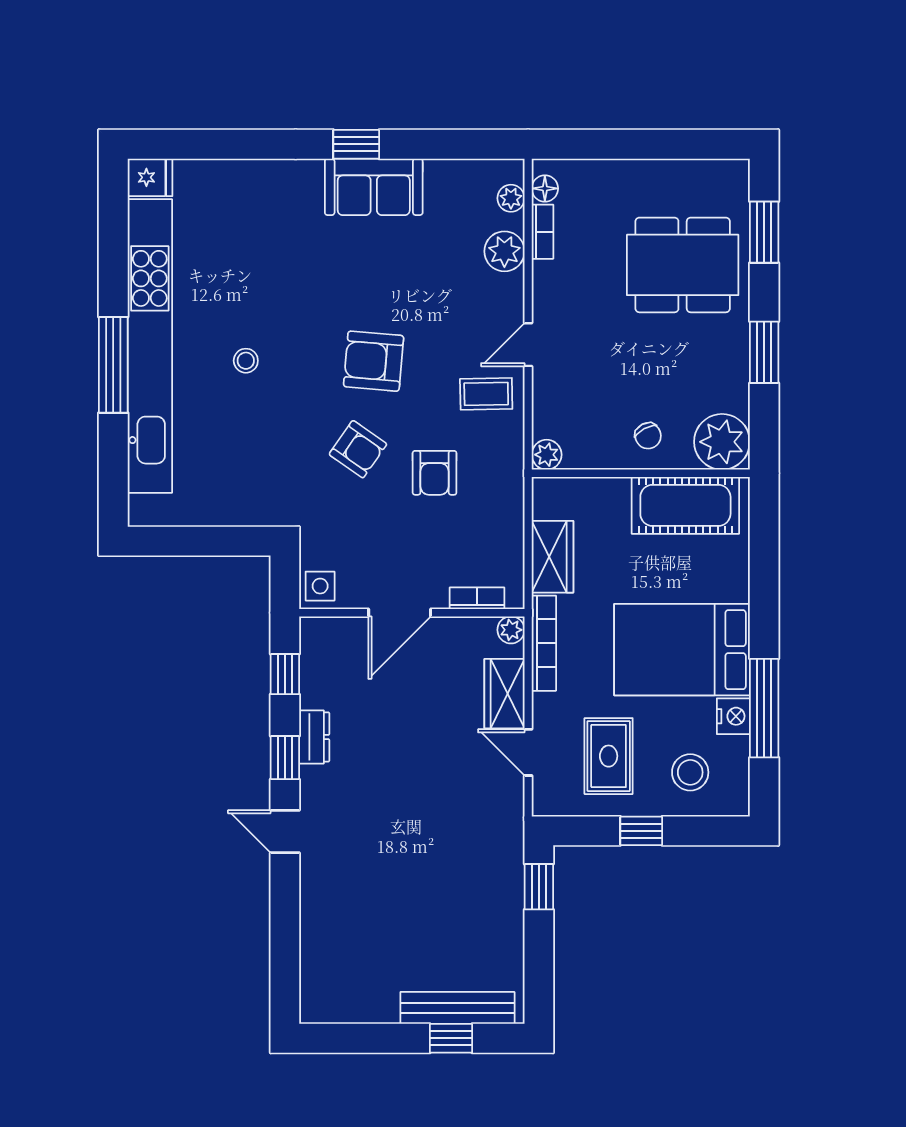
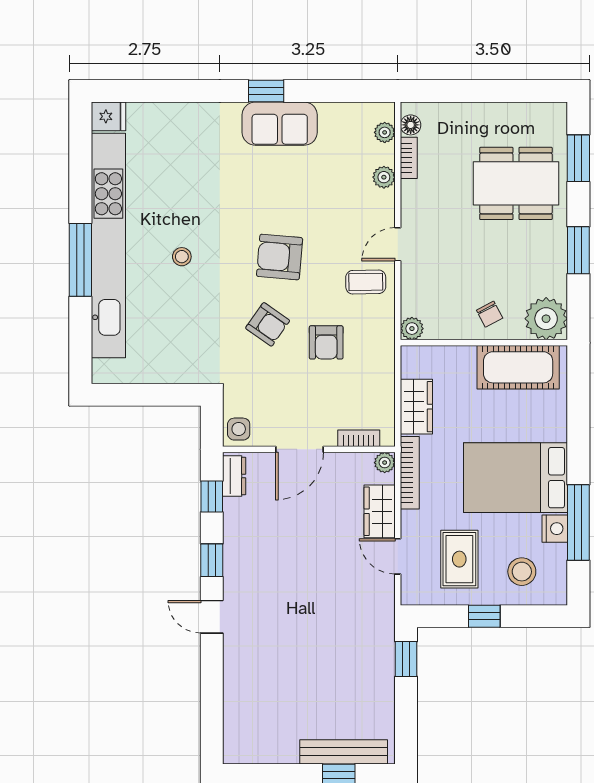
plant: (504, 251) -> (384, 177), width x0.73, depth x0.73
dresser: (314, 737) -> (234, 476), moved

